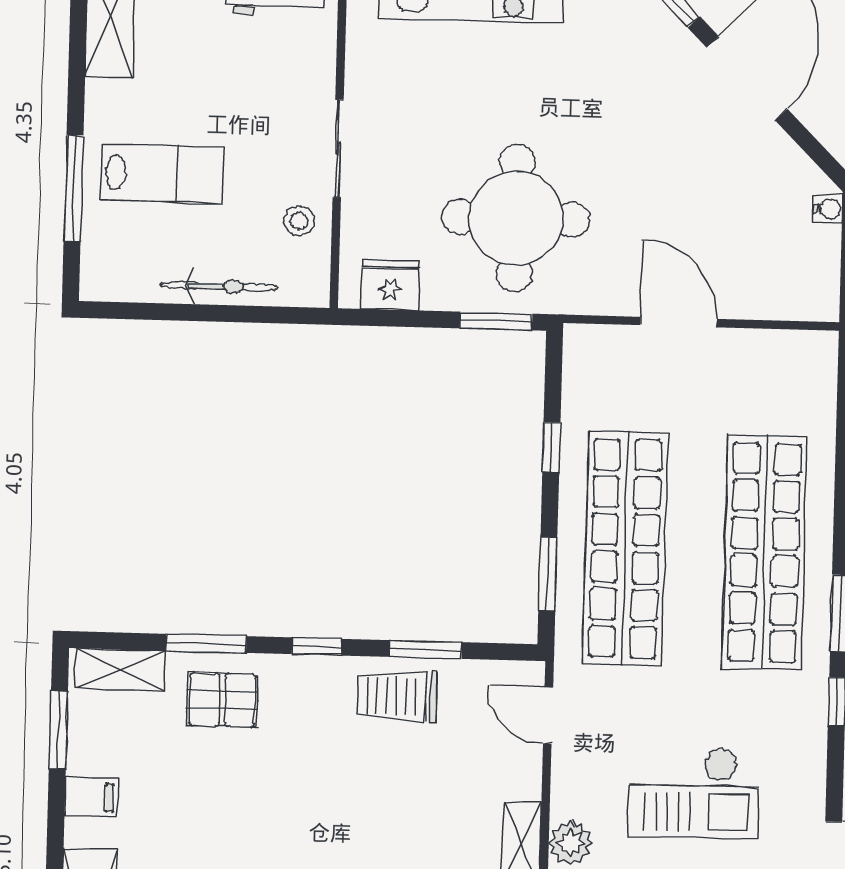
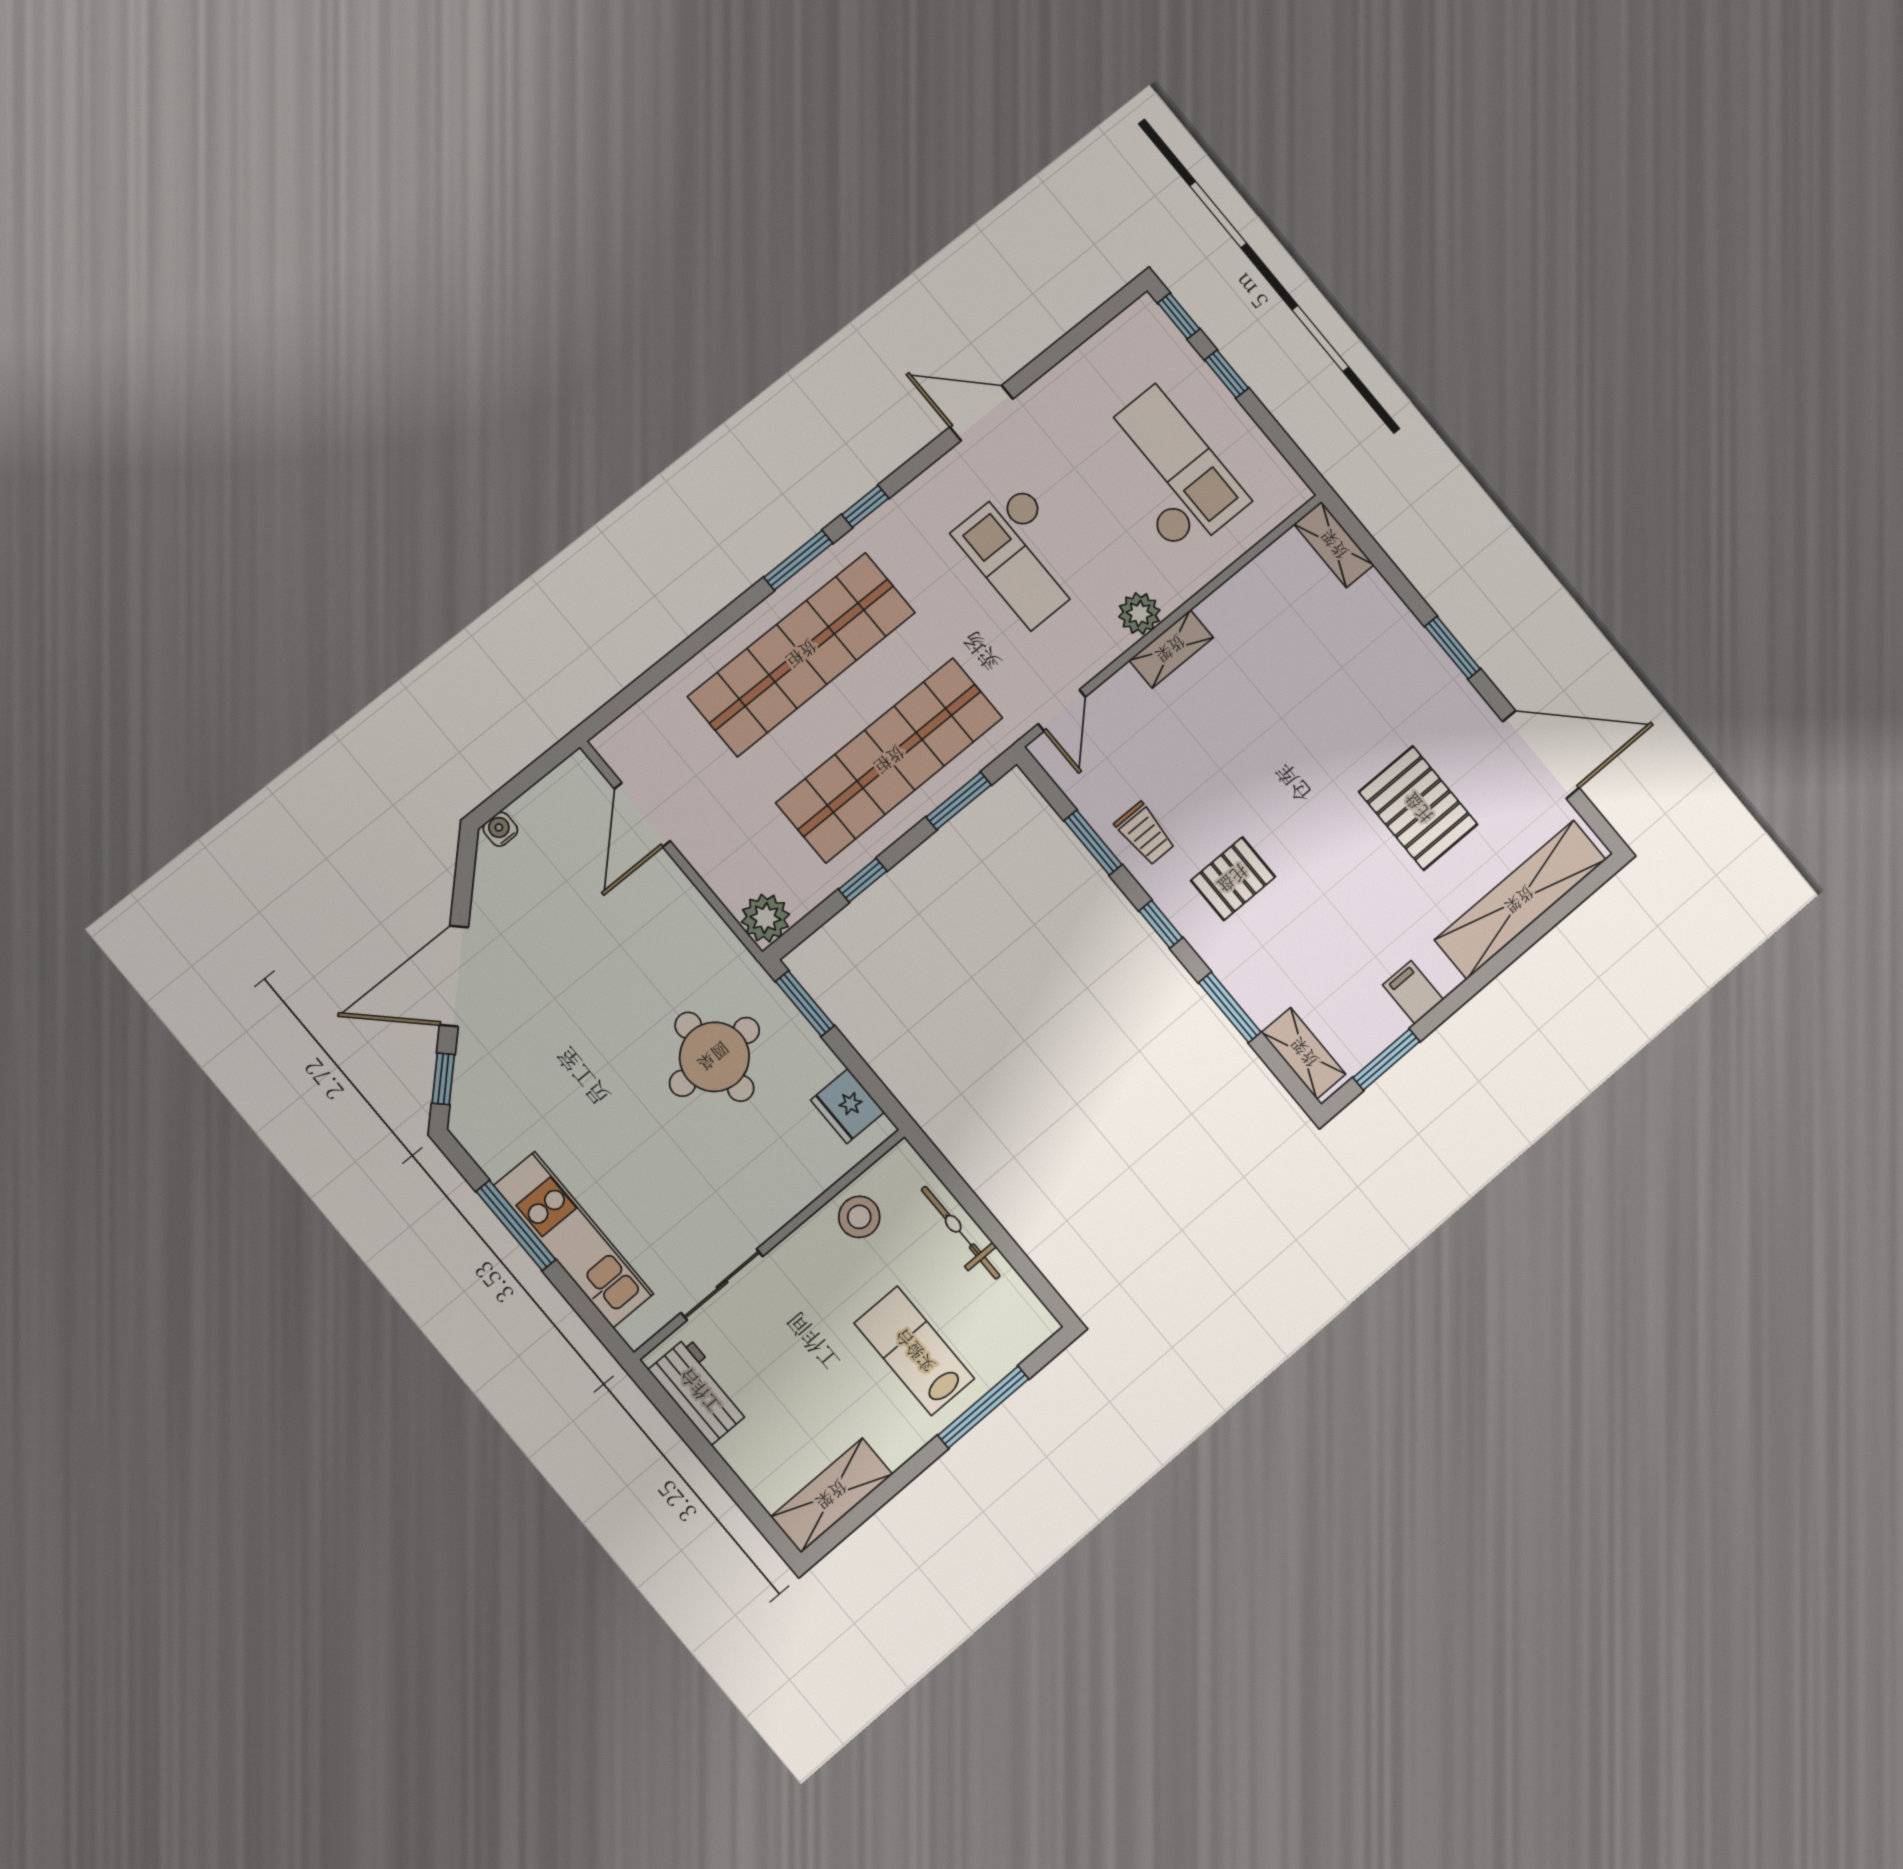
sliding door: (338, 148) -> (722, 1285), moved
round table: (516, 218) -> (714, 1057), width x0.73, depth x0.73
stool: (299, 221) -> (859, 1217), width x1.37, depth x1.37
door: (679, 322) -> (642, 815), moved
plant: (587, 348) -> (765, 918), added
trolley: (397, 696) -> (1145, 834), width x0.73, depth x0.72
pallet: (222, 700) -> (1233, 879), moved, turned 90
checkout: (694, 793) -> (1024, 555), turned 180

